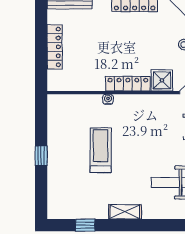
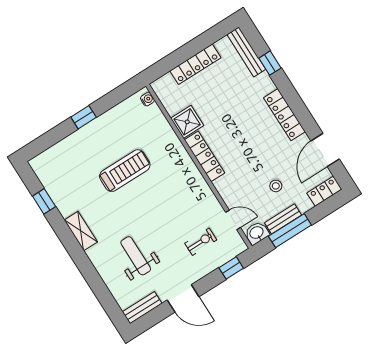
shower: (162, 80) -> (187, 122), moved
water cooler: (108, 99) -> (147, 99), moved

